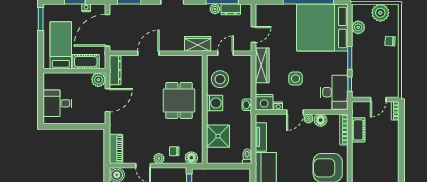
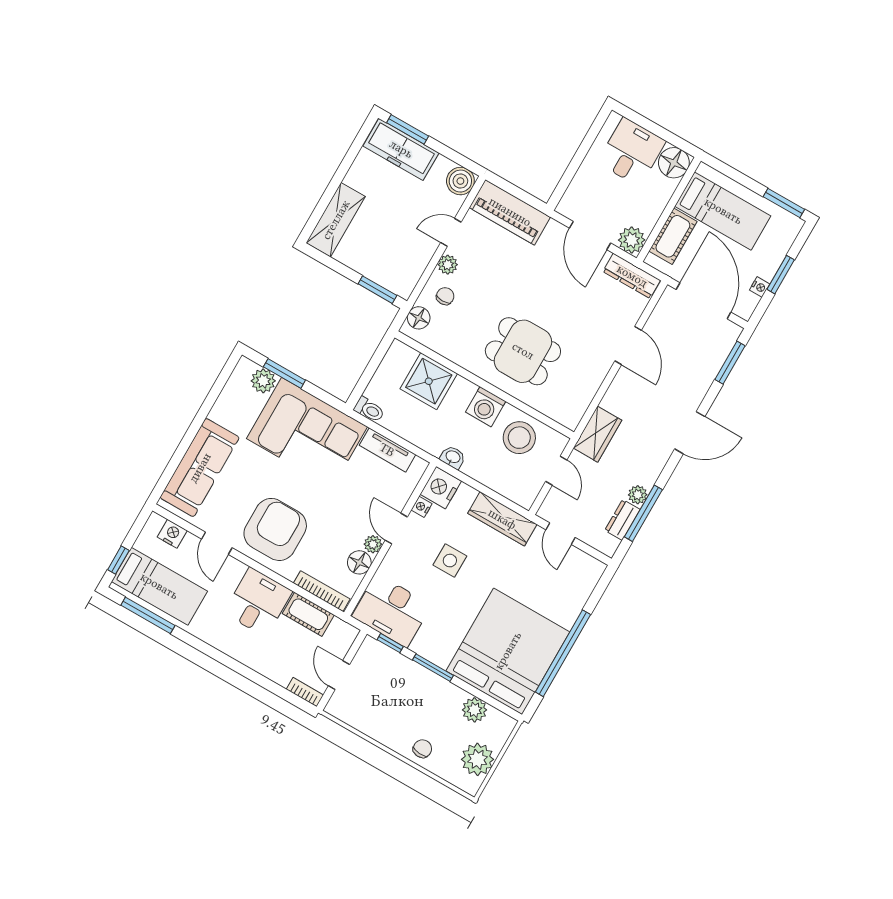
floor lamp: (51, 81) -> (674, 163), added
piano: (116, 149) -> (510, 212), width x1.37, depth x1.33
desk: (366, 156) -> (258, 602), added

